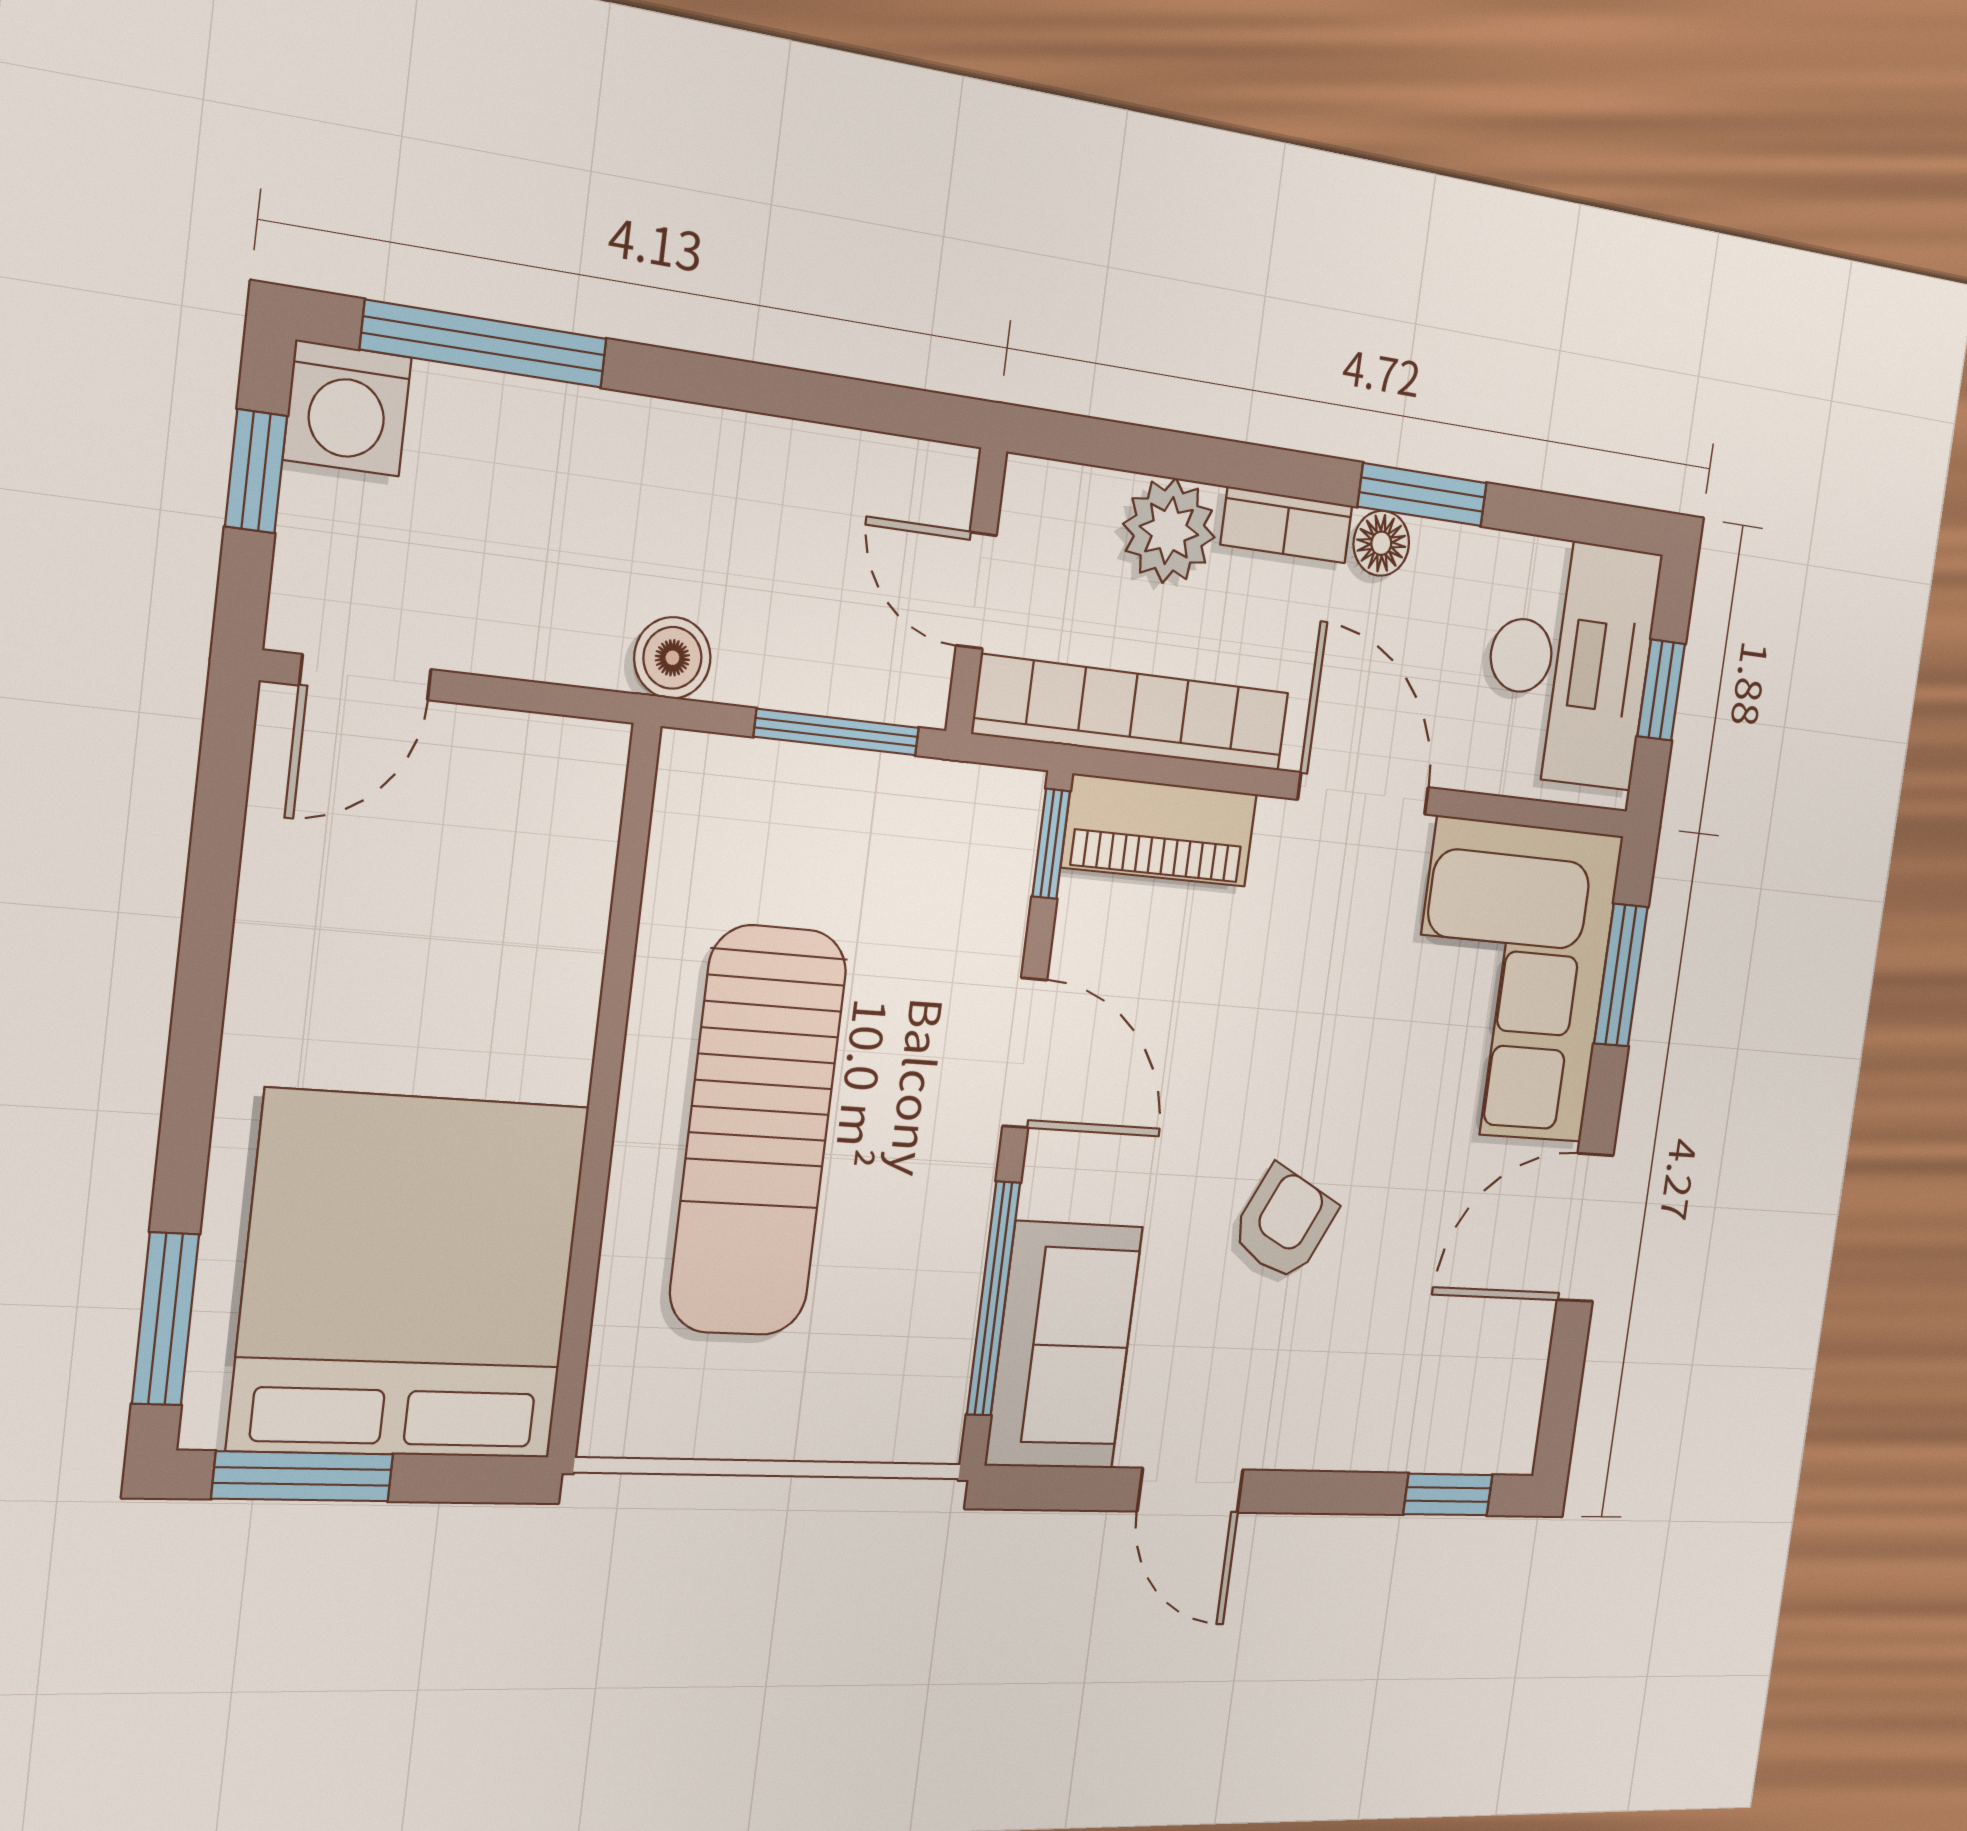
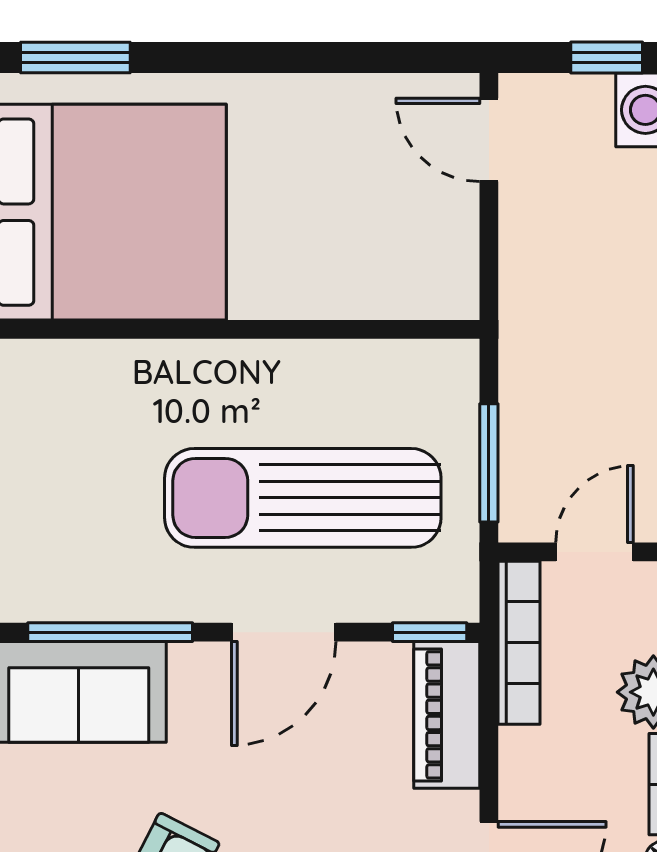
boiler: (672, 658) -> (524, 341), removed
bookcase: (1133, 713) -> (519, 643), width x0.68, depth x0.76
sun lounger: (758, 1132) -> (303, 498), moved

